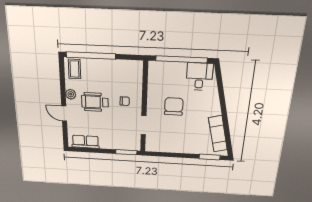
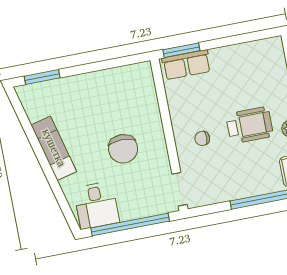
doorway: (144, 125) -> (179, 189), moved
exam couch: (218, 134) -> (54, 148), moved
row of seats: (85, 142) -> (186, 65), moved

